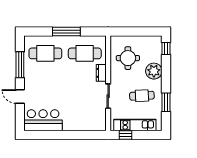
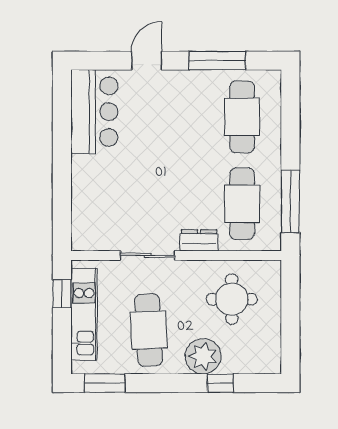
window: (66, 31) -> (290, 201), moved
window: (166, 49) -> (220, 383), moved
cafe table: (142, 96) -> (149, 330), width x1.37, depth x1.35
window: (166, 102) -> (105, 383), moved

